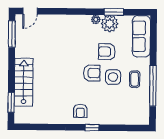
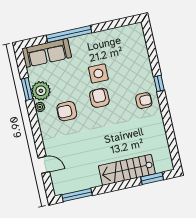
door: (30, 11) -> (44, 165), moved
armchair: (107, 52) -> (67, 111), moved, turned 90
coffee table: (135, 79) -> (95, 49), removed
window: (153, 86) -> (69, 34), moved

